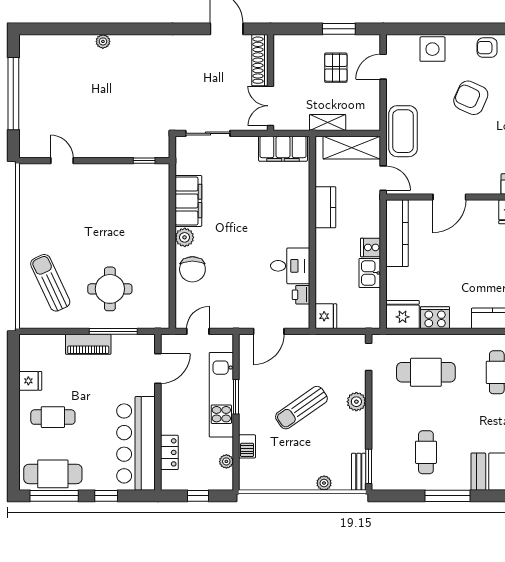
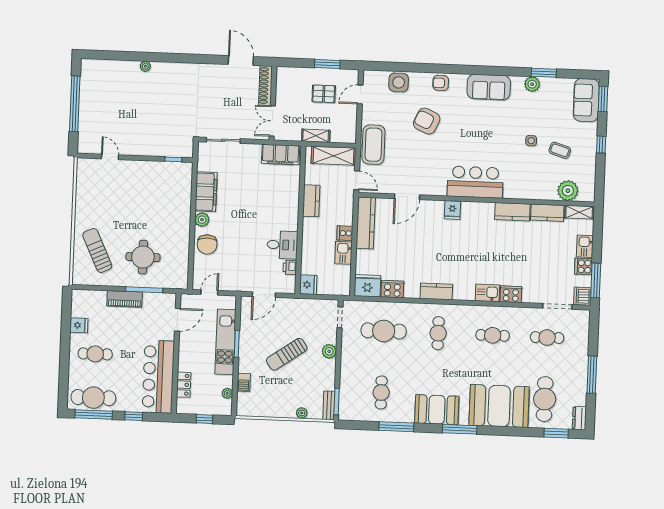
pallet: (336, 68) -> (324, 94), turned 90

